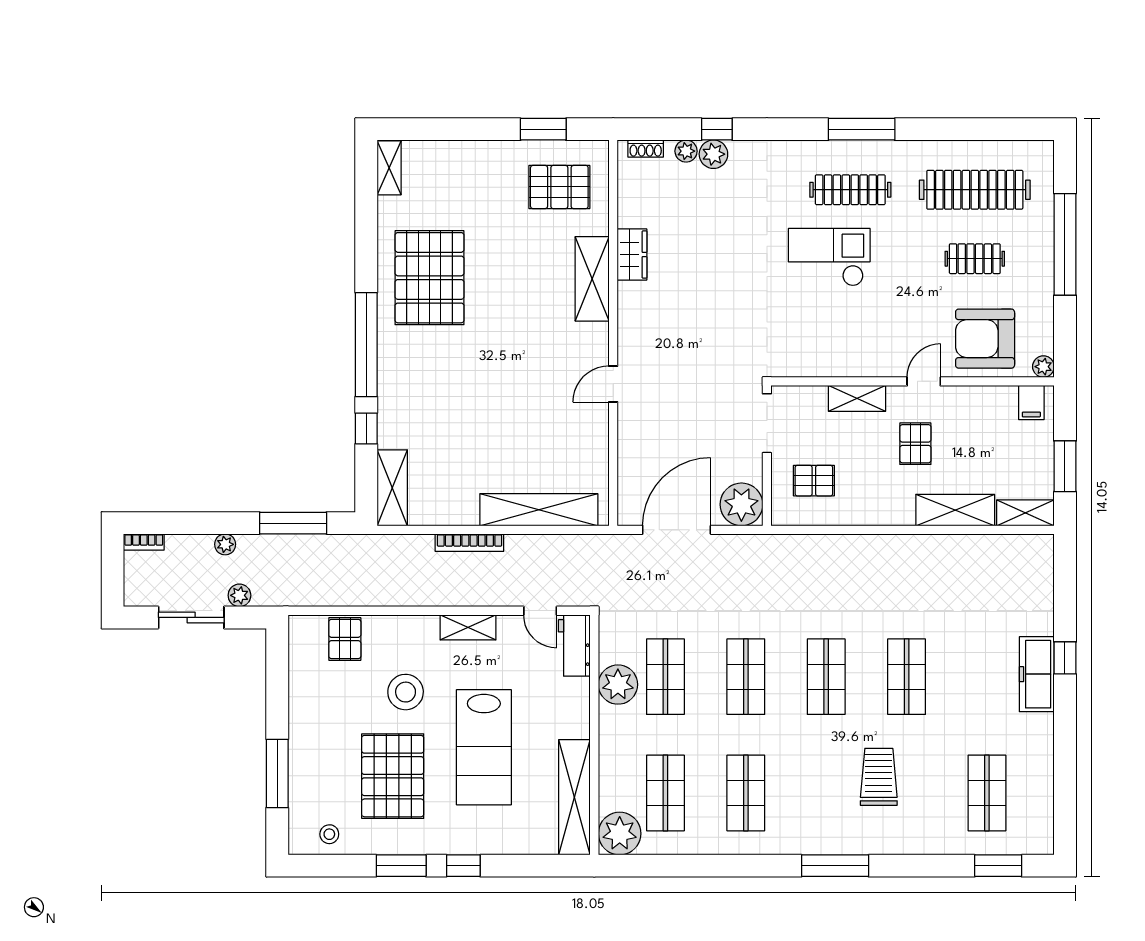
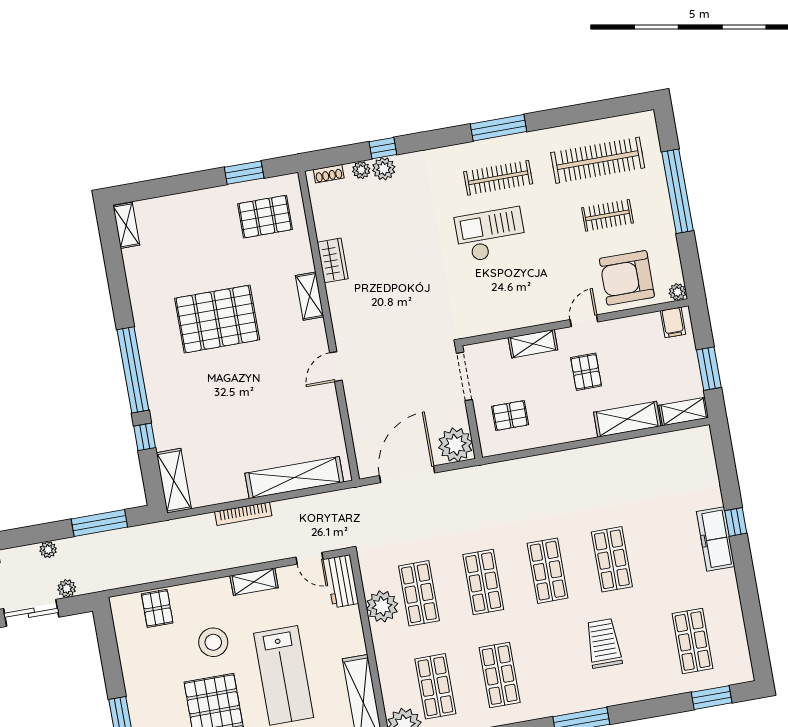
pallet: (429, 278) -> (217, 319), moved, turned 90
shelving: (592, 279) -> (310, 296), width x0.67, depth x0.75

